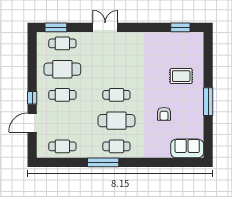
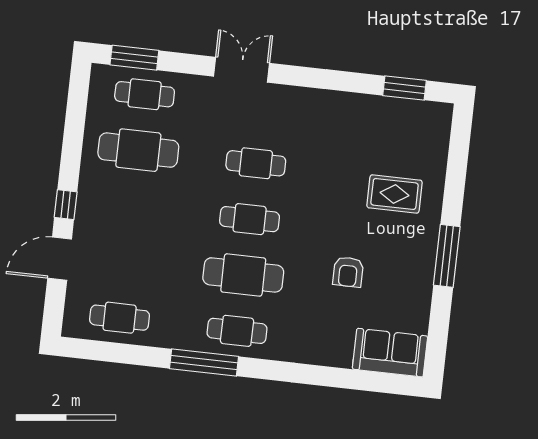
cafe table: (62, 95) -> (256, 163), moved

